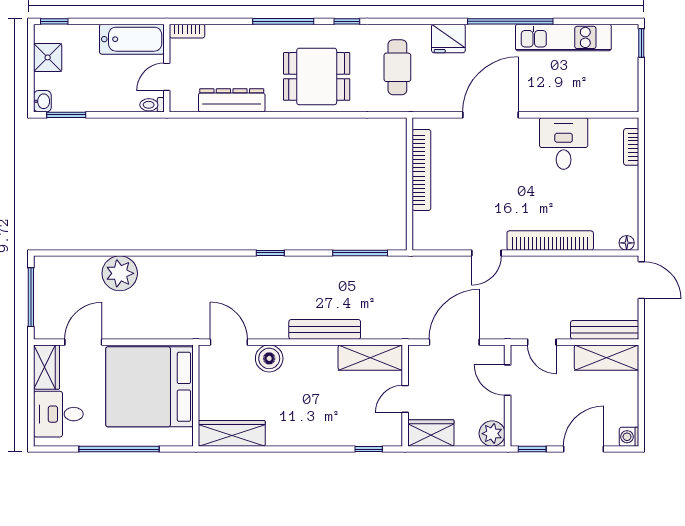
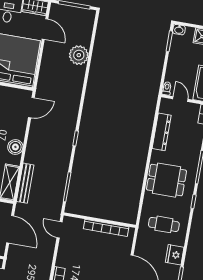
dining table: (317, 76) -> (167, 180), turned 90
door: (486, 253) -> (60, 230), moved
bench: (325, 329) -> (25, 183), moved
boiler: (269, 358) -> (15, 147), moved

